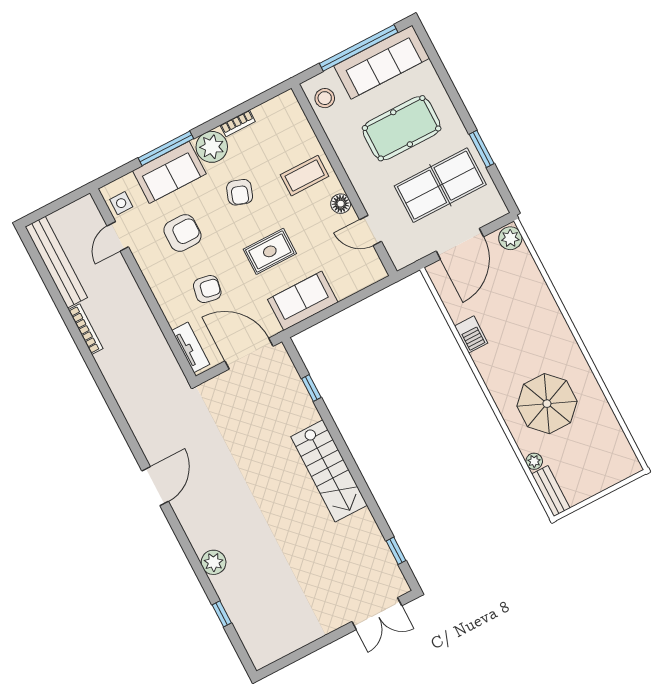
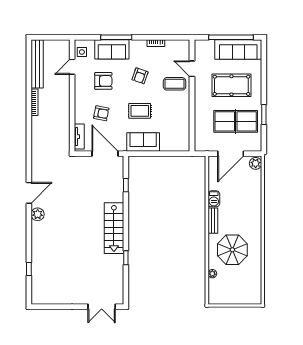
stool: (325, 98) -> (203, 52), removed
plant: (212, 147) -> (138, 48), removed
floor lamp: (341, 204) -> (185, 106), removed
door: (371, 230) -> (192, 69), moved
bench: (551, 491) -> (213, 221), moved
window: (396, 551) -> (126, 258), moved
plant: (214, 562) -> (38, 214), moved

